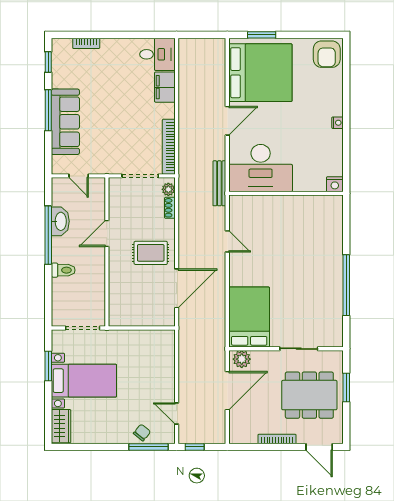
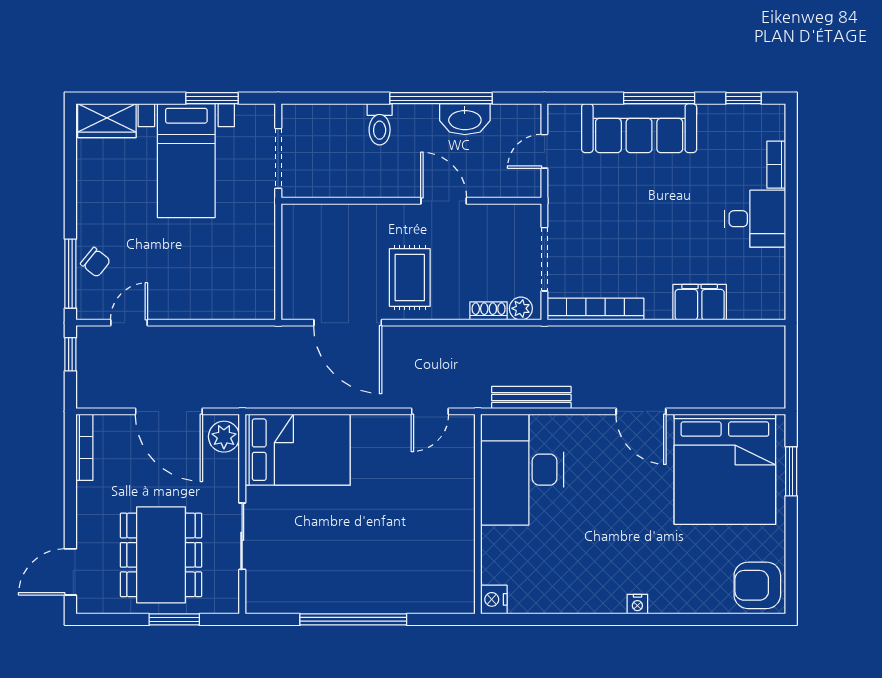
desk: (157, 54) -> (755, 219), moved, turned -90
desk: (261, 168) -> (522, 470), moved
nightstand: (335, 184) -> (494, 599), moved
wall: (286, 193) -> (478, 514), moved
bookcase: (277, 439) -> (84, 447), moved

